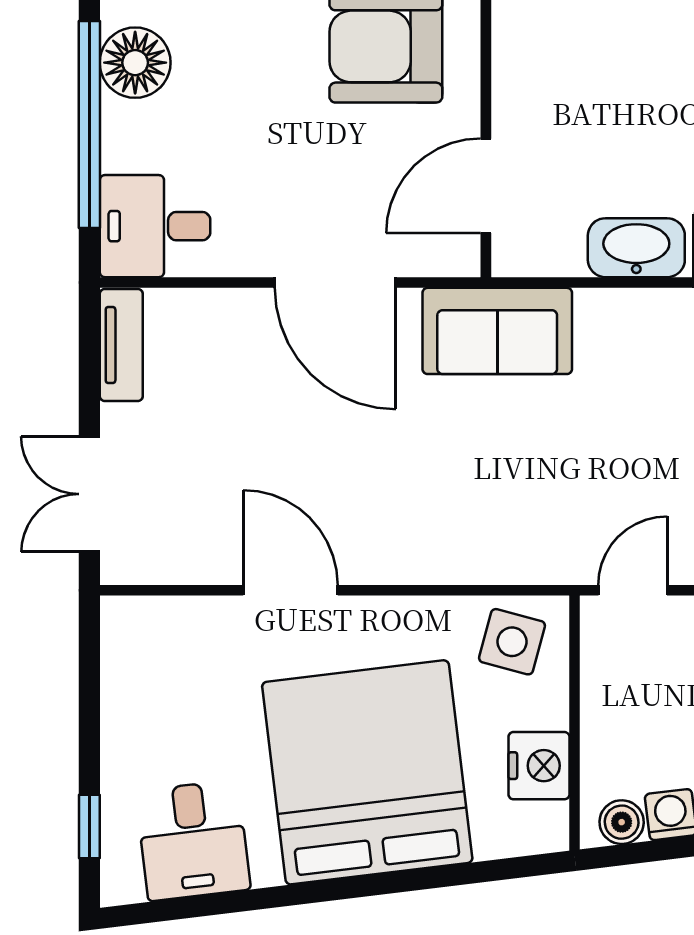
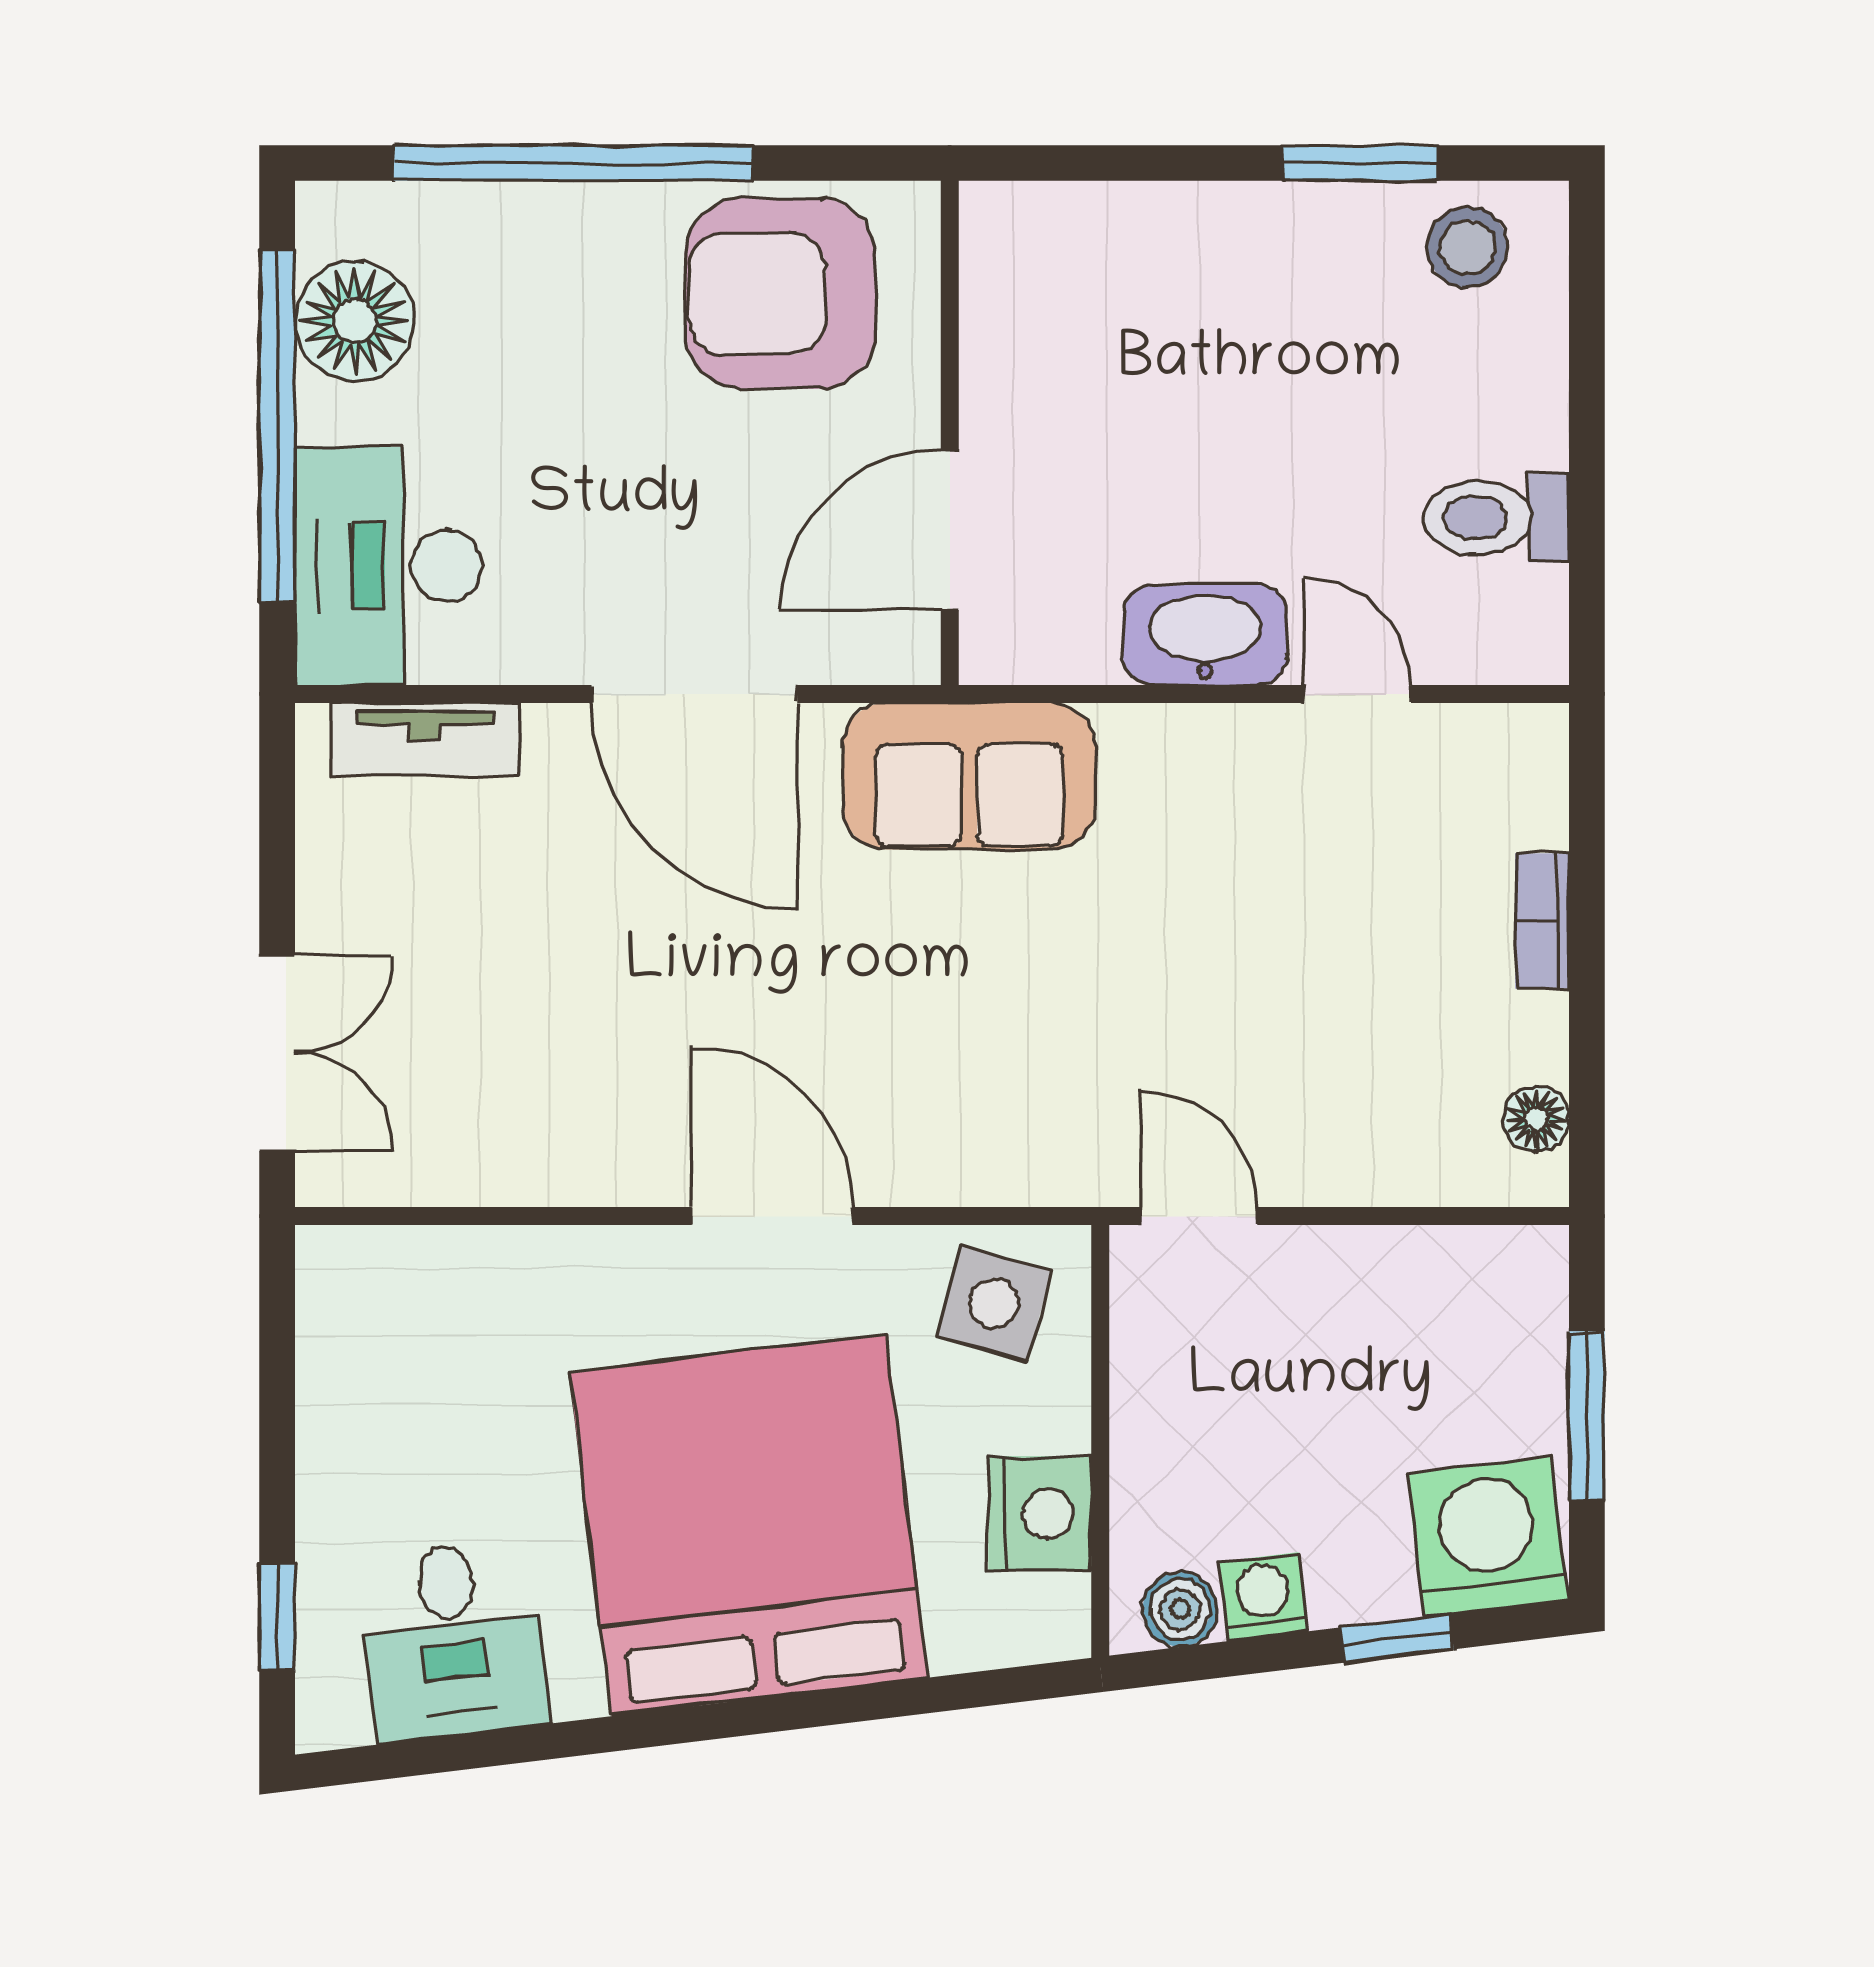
desk: (155, 226) -> (389, 566), width x1.37
tv unit: (121, 345) -> (425, 739), moved, turned 90
double door: (89, 494) -> (277, 1053), swing flipped
door: (290, 590) -> (772, 1216), moved
door: (633, 590) -> (1199, 1216), hinge flipped

